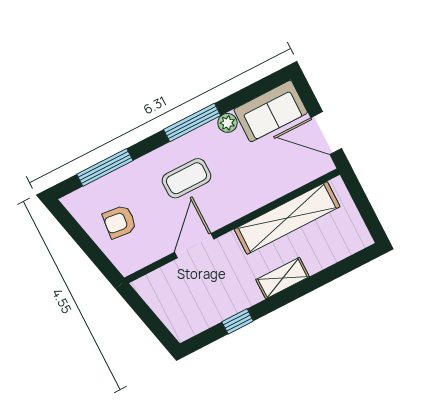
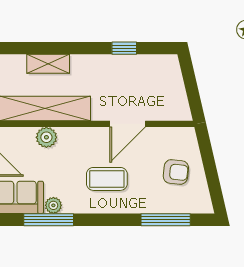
window: (192, 123) -> (49, 220), moved
plant: (270, 189) -> (46, 137), added
shelving: (283, 278) -> (48, 64), moved

